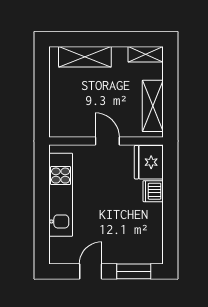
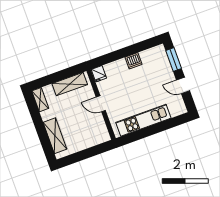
door: (107, 141) -> (101, 104), hinge flipped
fridge: (149, 162) -> (99, 74), width x0.53, depth x0.75
dishwasher: (153, 191) -> (134, 61), moved

